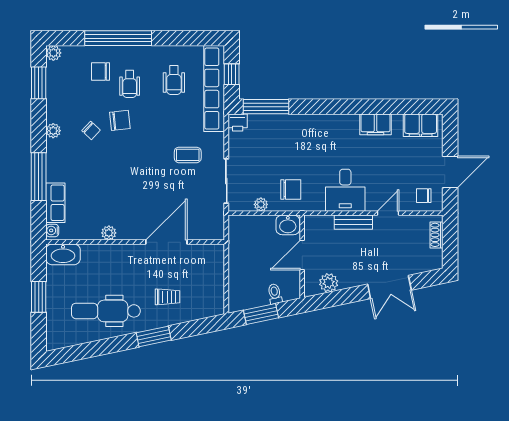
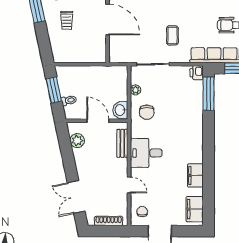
bench: (353, 222) -> (122, 143), moved
shoe rack: (436, 235) -> (109, 221), width x1.43
double door: (389, 287) -> (76, 197), moved

